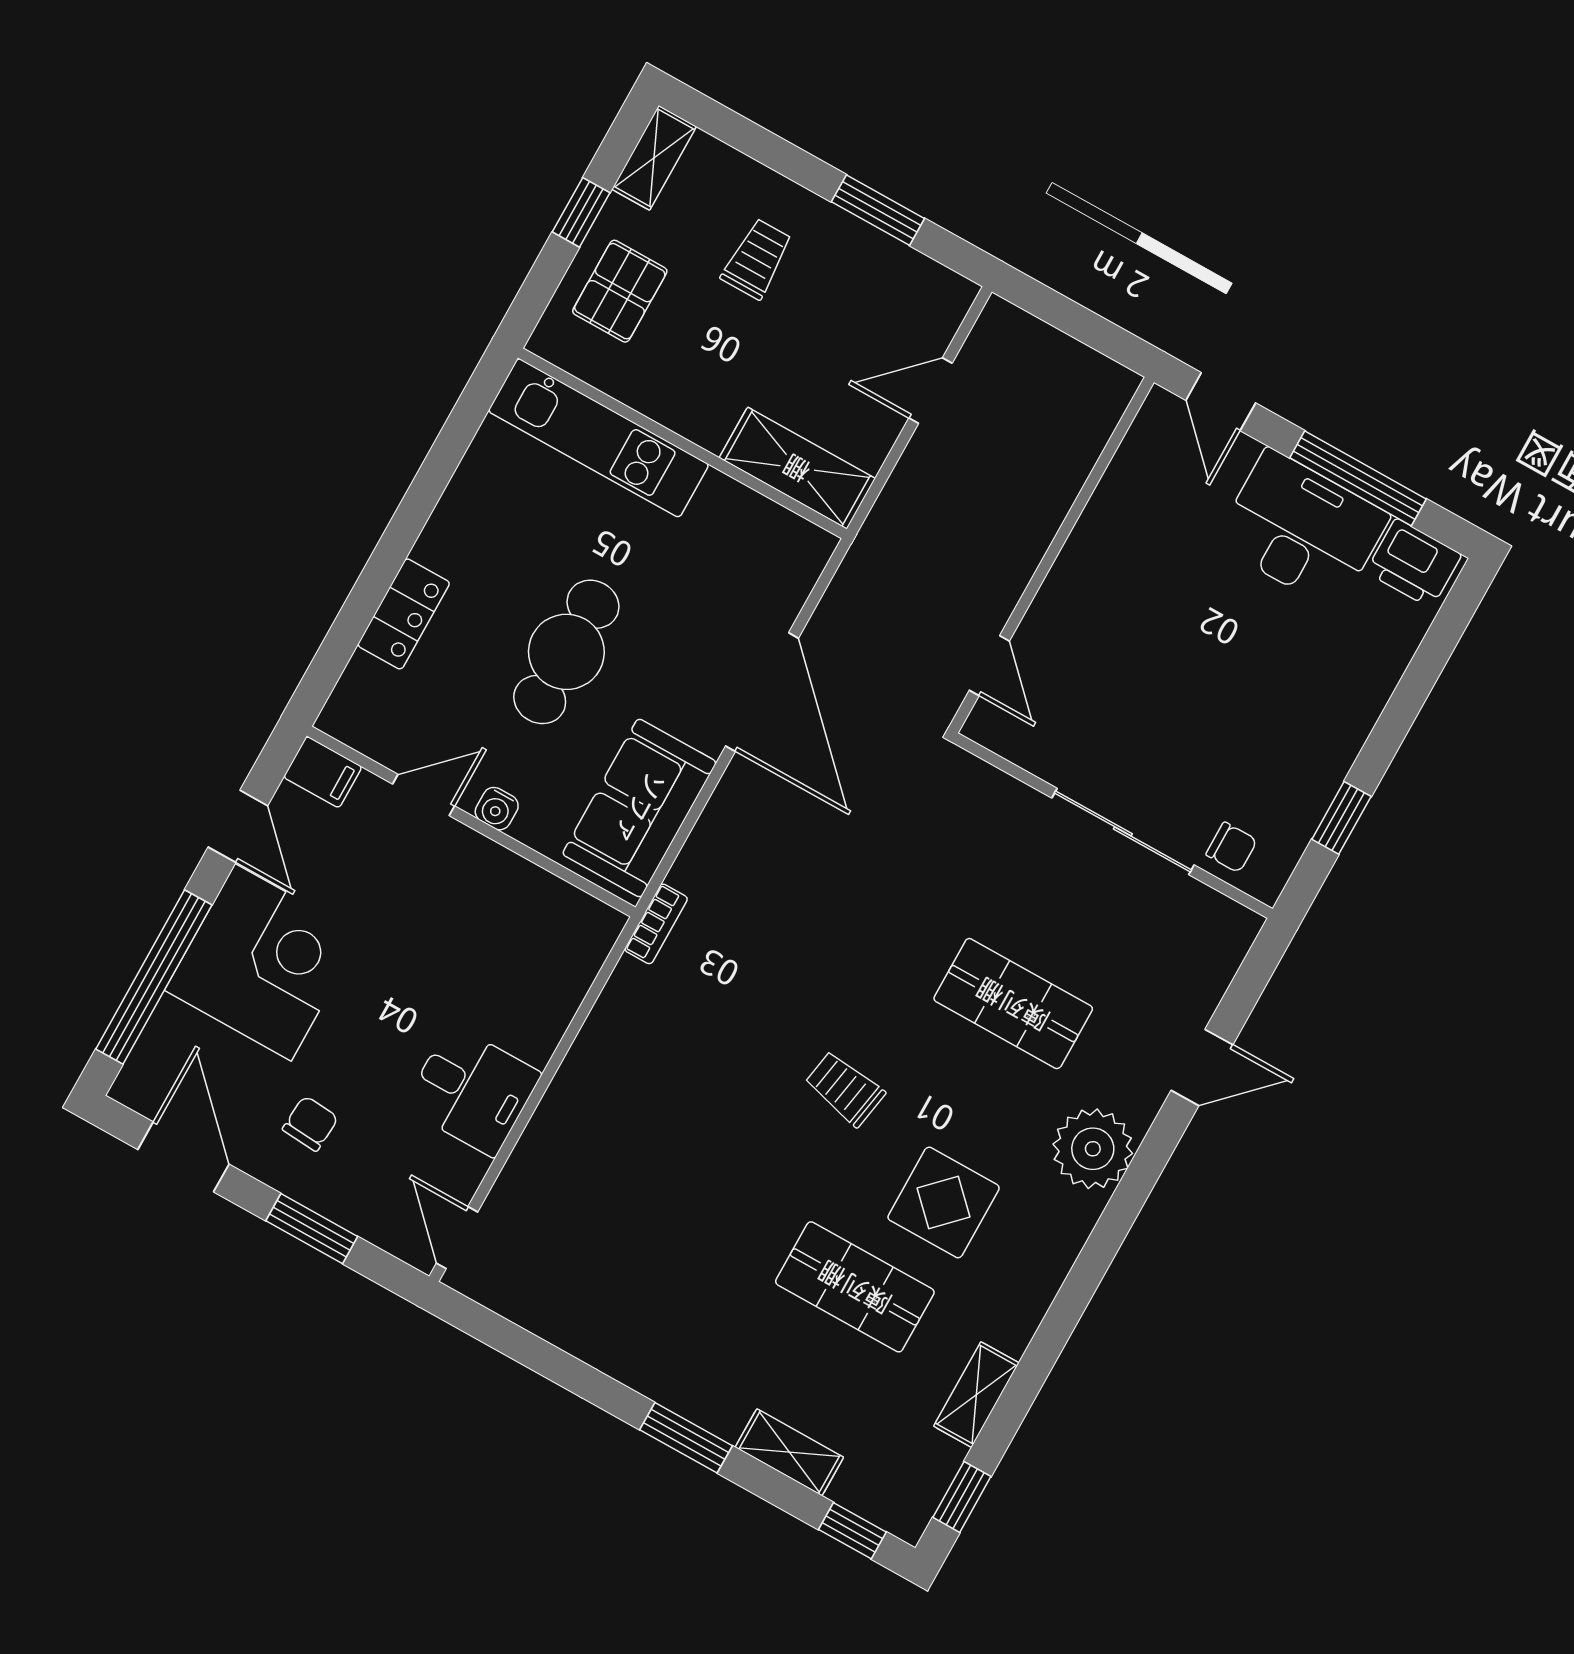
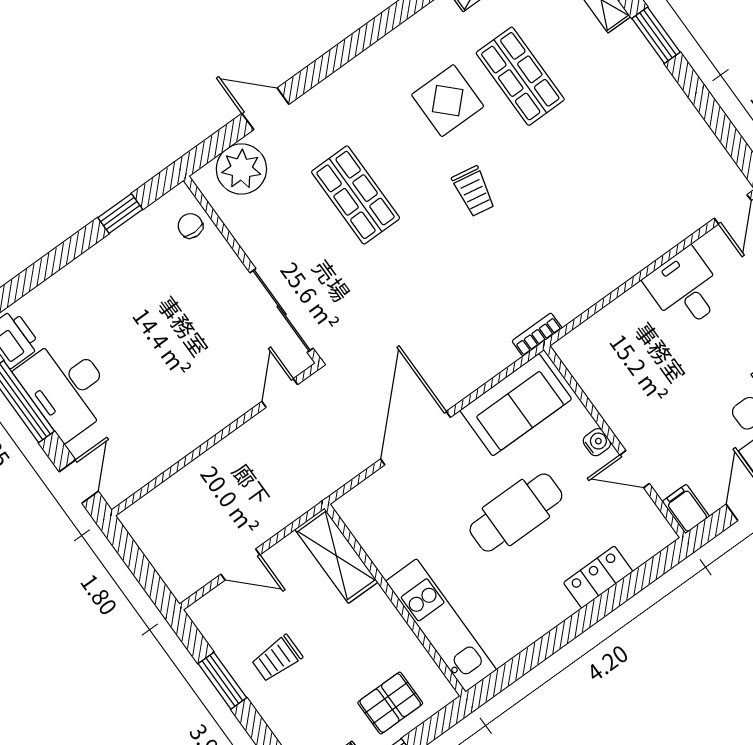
trolley: (757, 259) -> (277, 658), moved
sliding door: (1123, 831) -> (282, 310), moved
plant: (1093, 1149) -> (241, 169), moved

